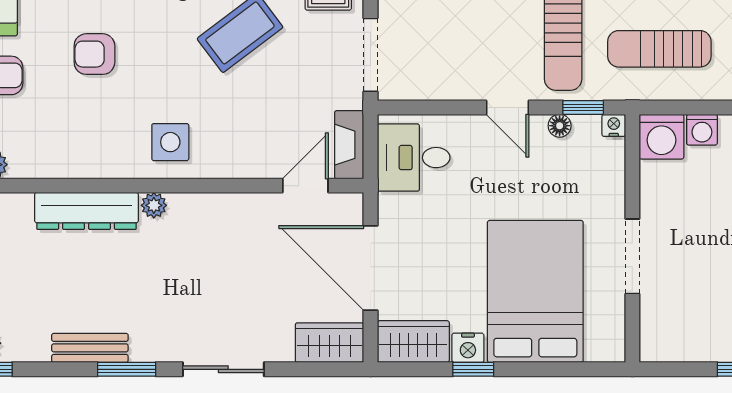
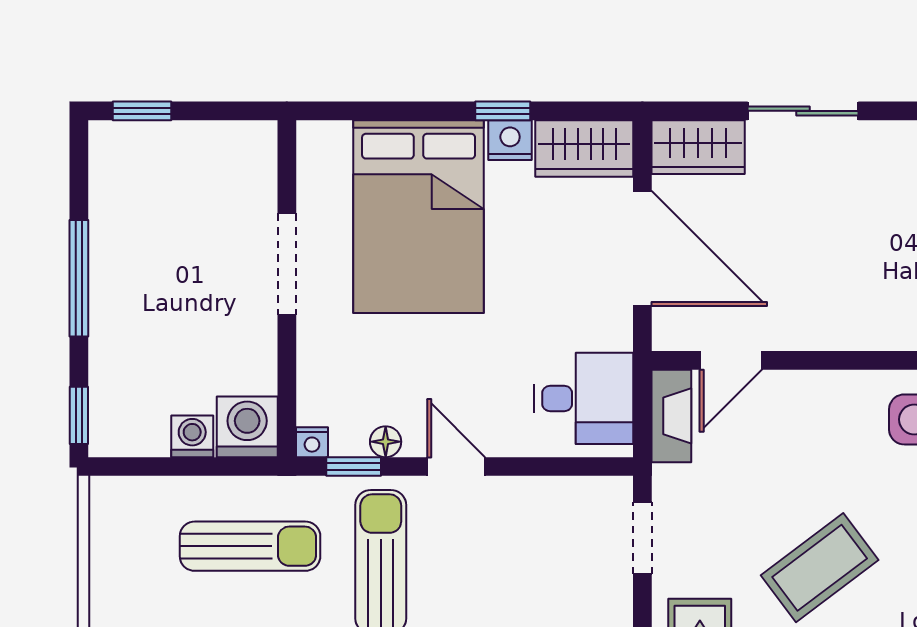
doorway: (371, 55) -> (642, 538), width x0.73
sliding door: (223, 369) -> (803, 111), moved

